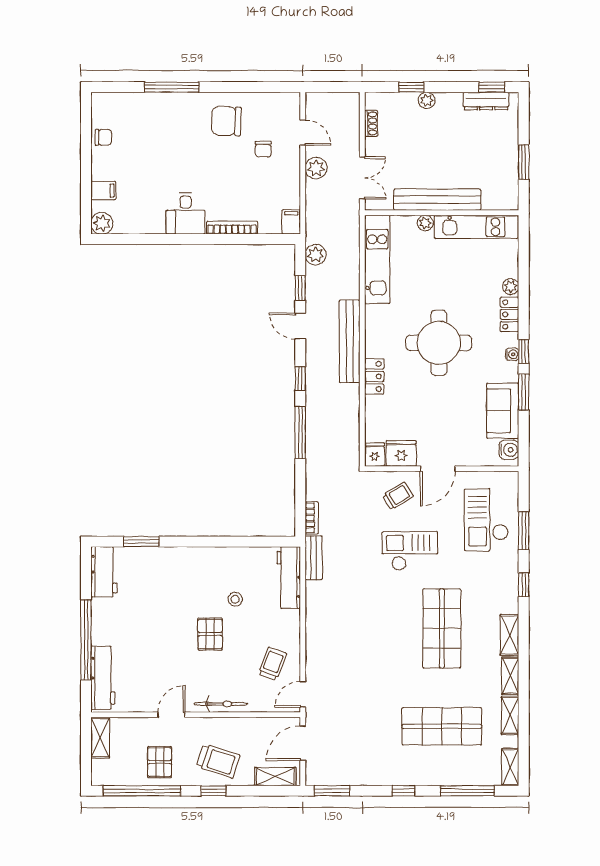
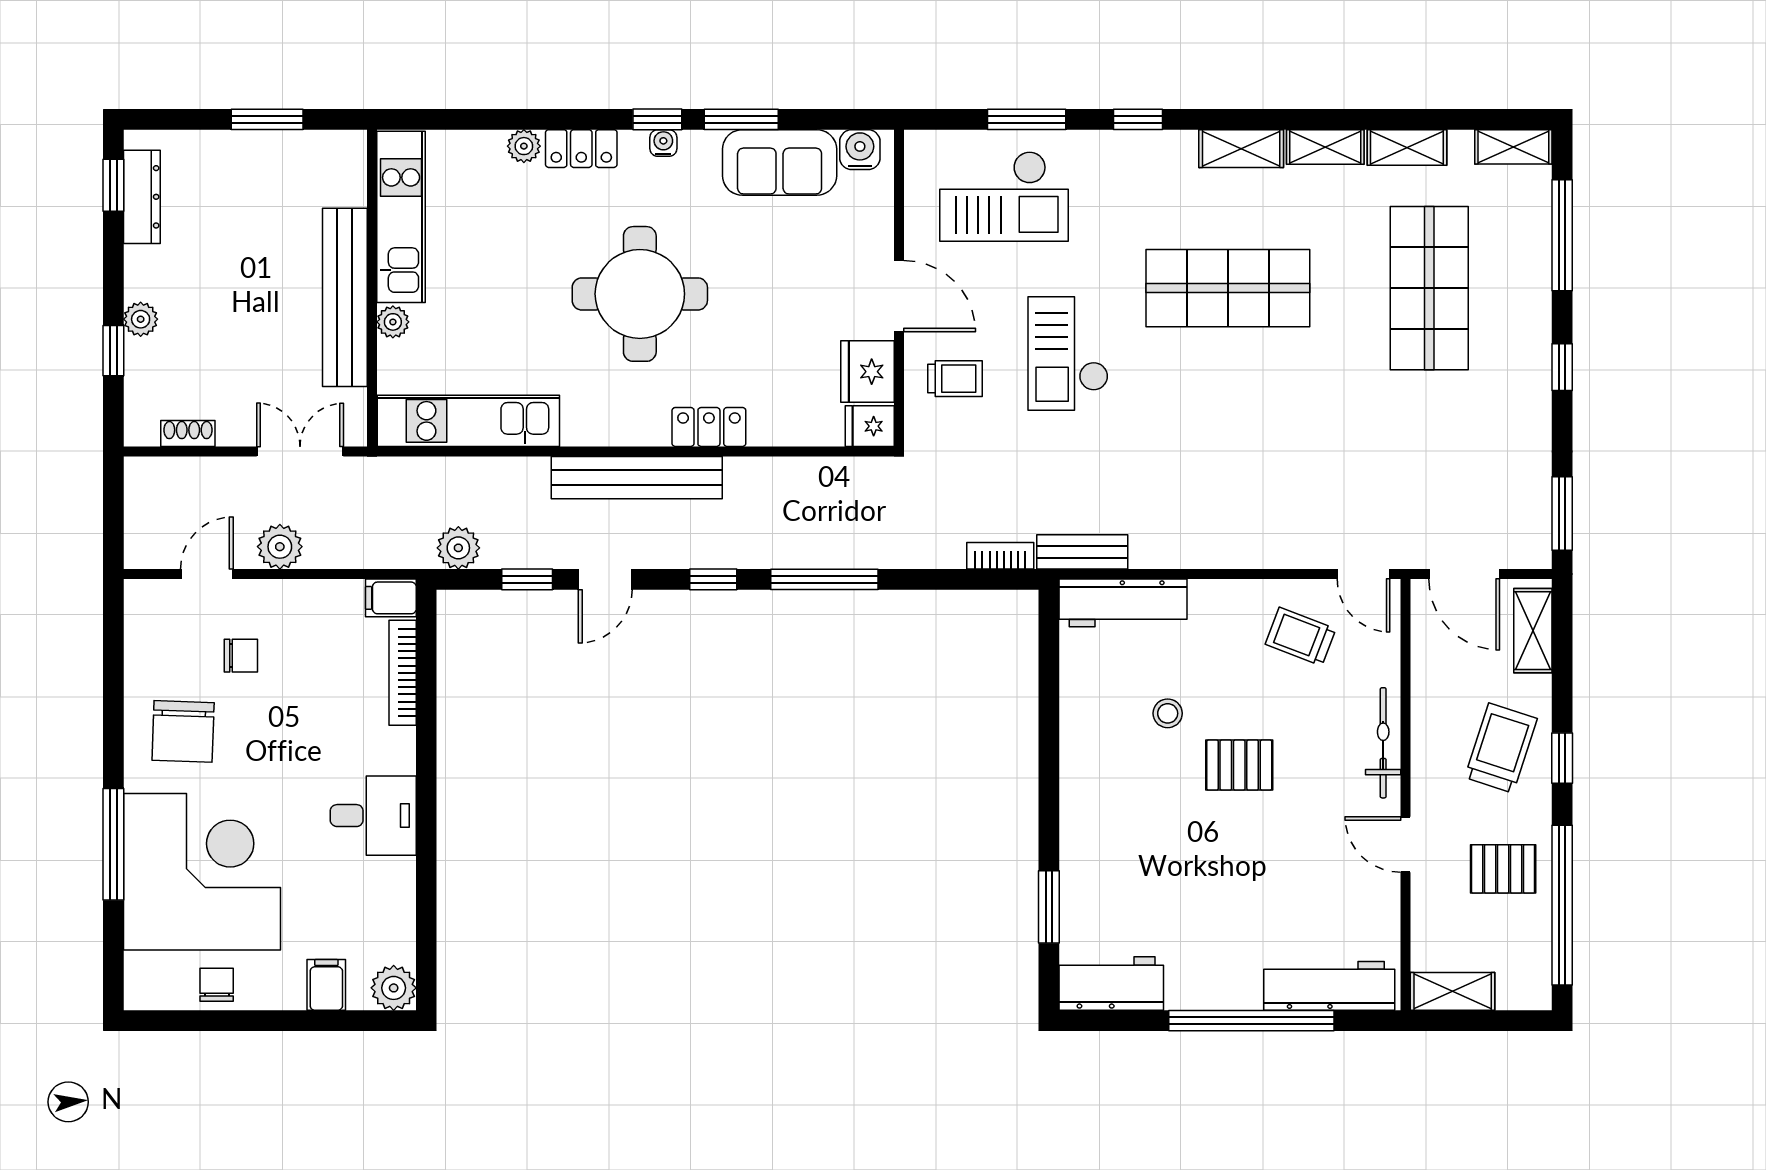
corner desk: (158, 130) -> (202, 872), added
bookcase: (232, 228) -> (403, 673), moved
trolley: (398, 496) -> (955, 379), turned 122

